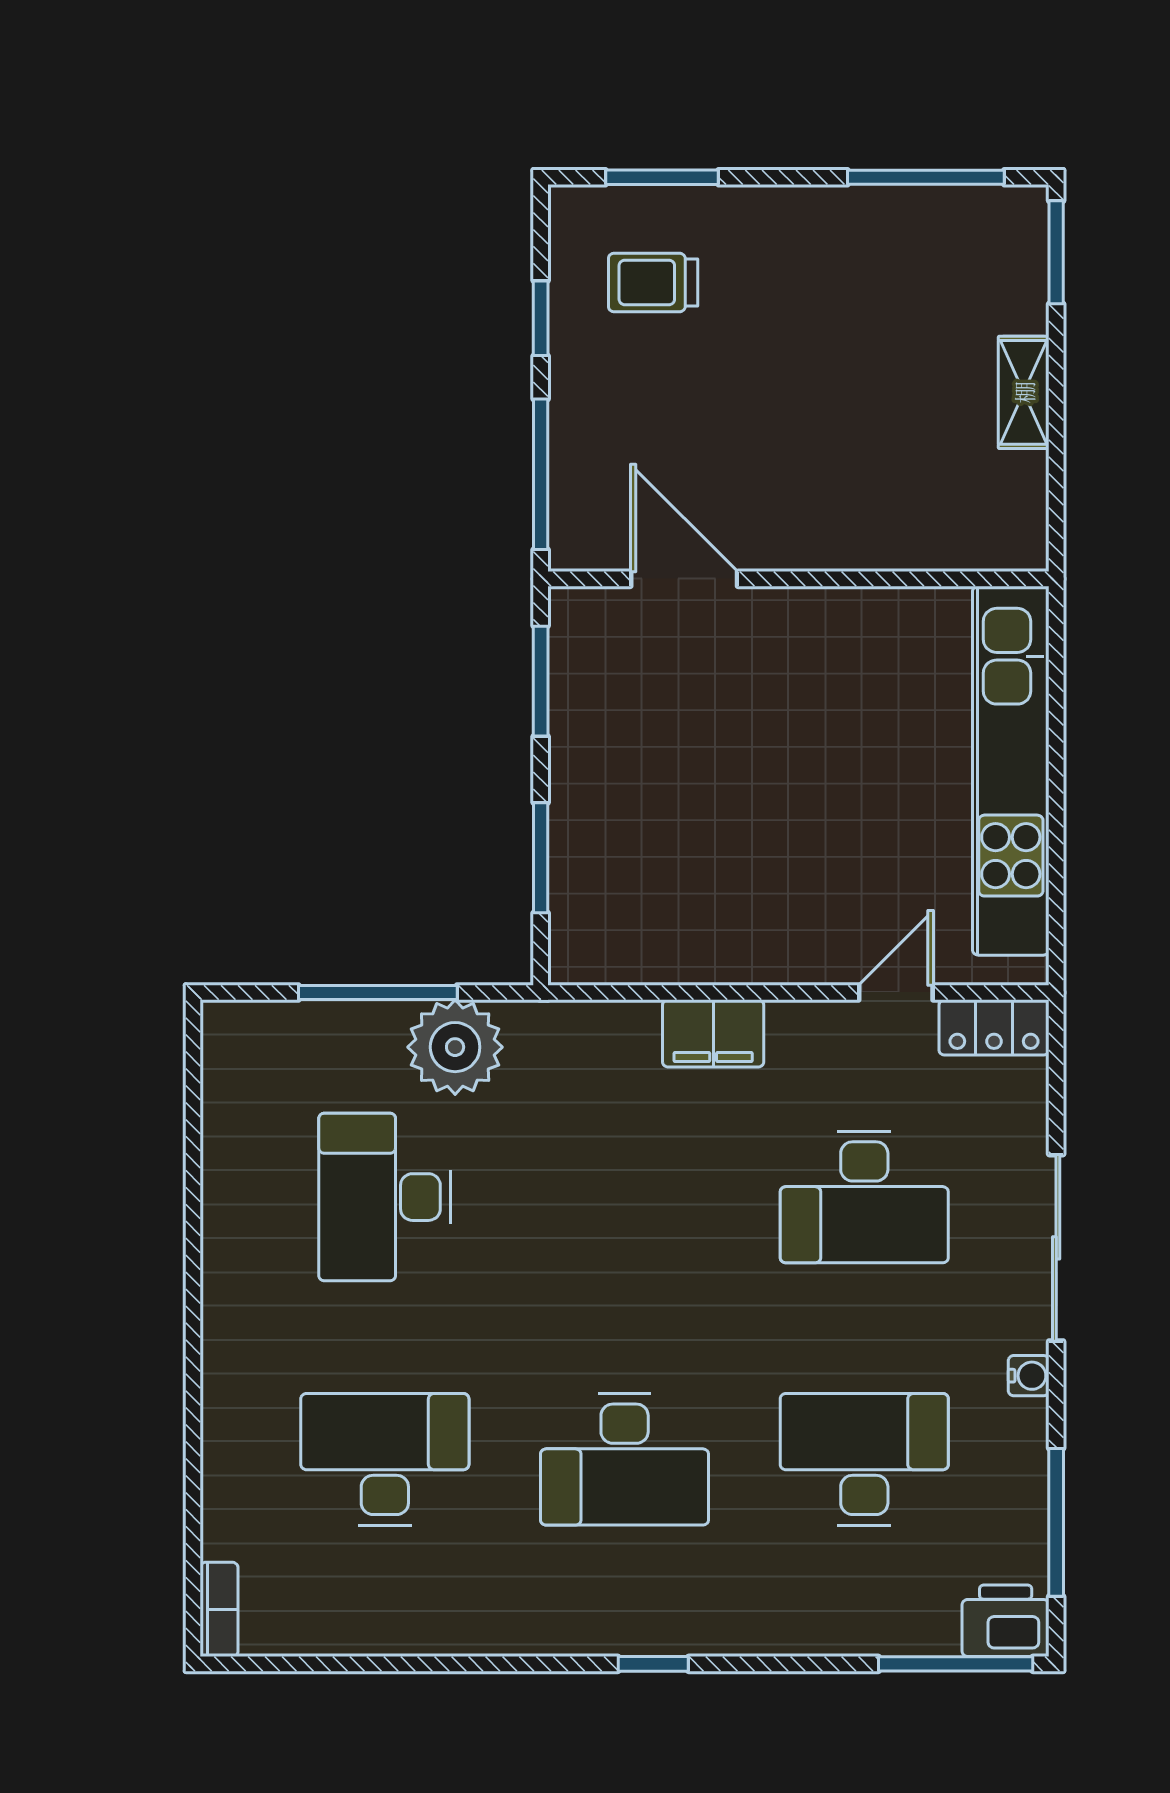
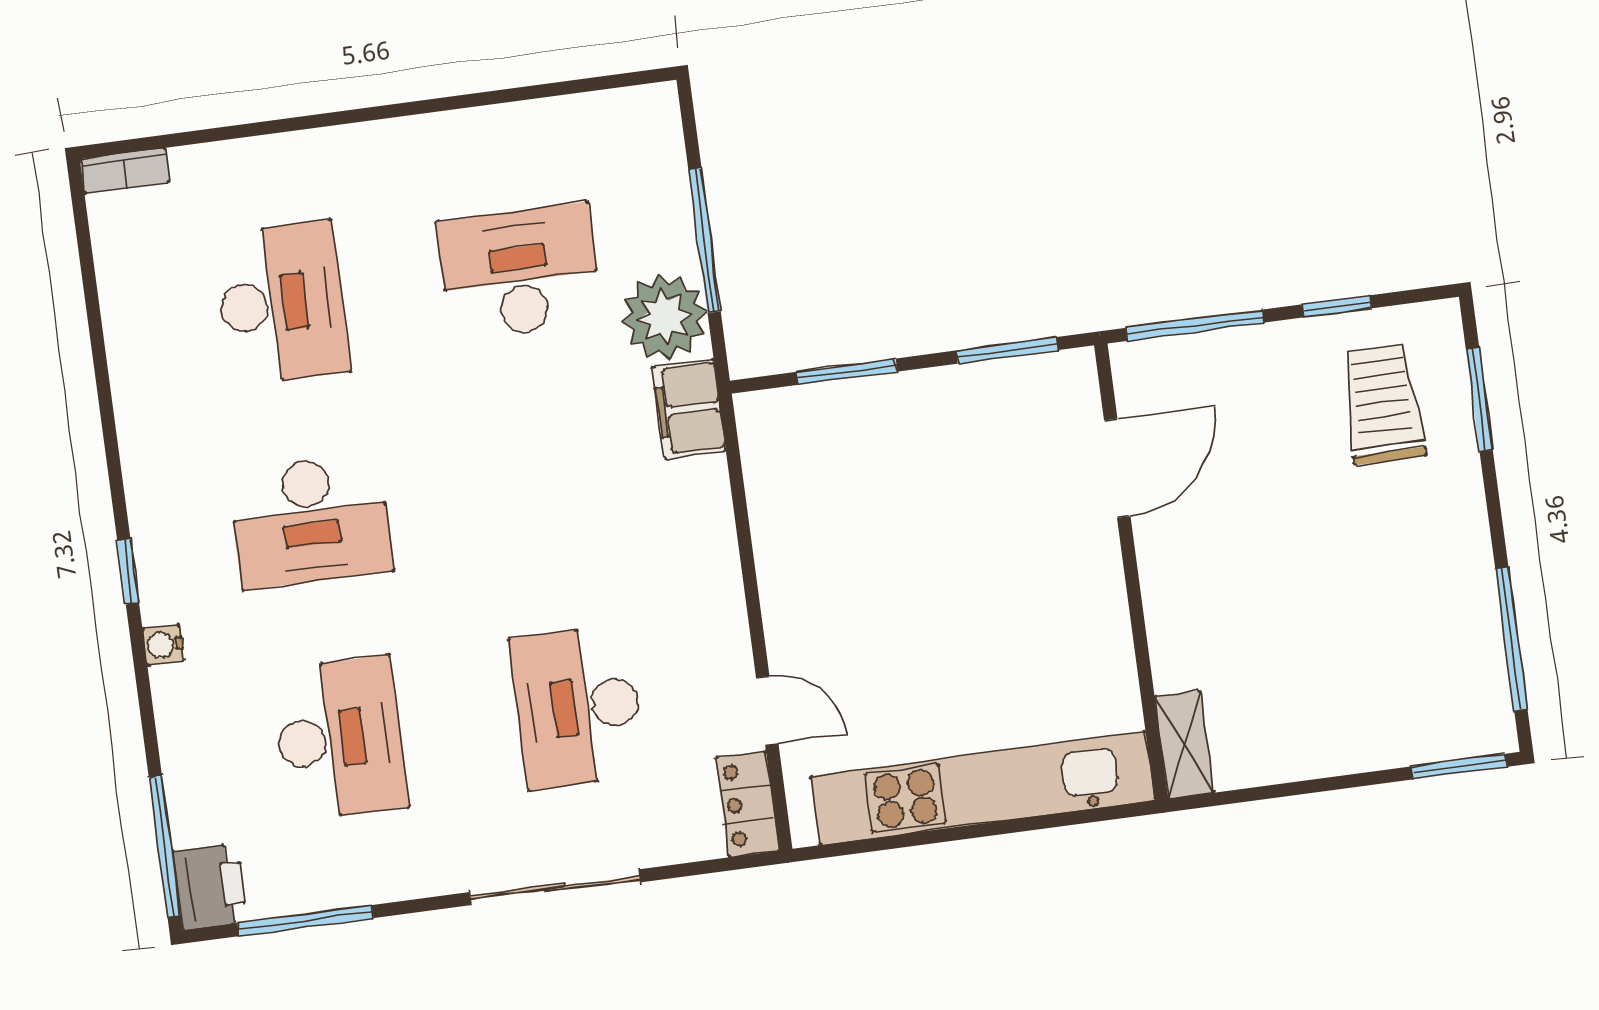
trolley: (653, 282) -> (1383, 404), width x1.36, depth x1.39
shelving: (1024, 392) -> (1184, 745), moved, turned 90
filing cabinet: (713, 1033) -> (689, 409), moved
water cooler: (1029, 1376) -> (163, 645), moved, turned 90
desk: (625, 1459) -> (310, 521), turned -90

